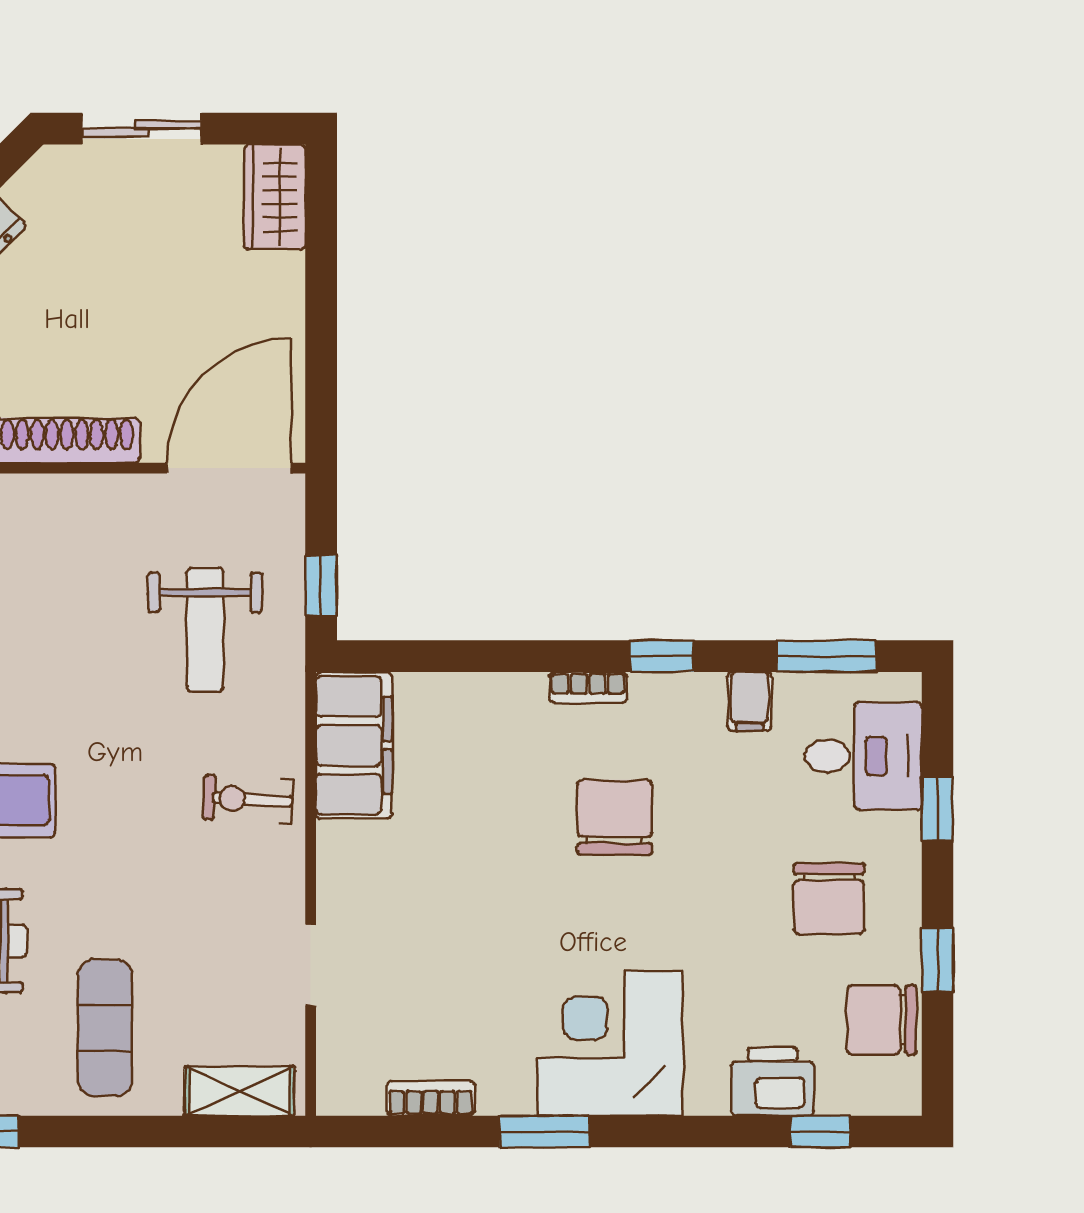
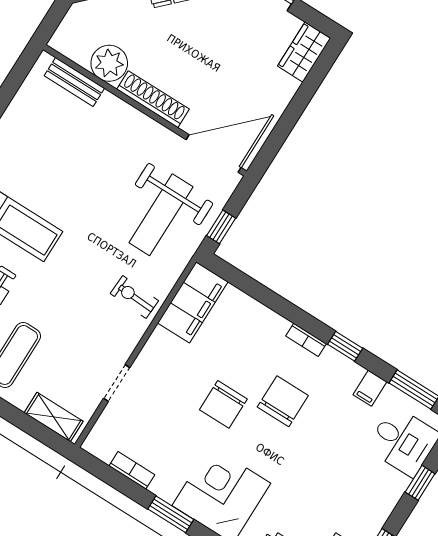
weight bench: (205, 630) -> (161, 215), width x1.36, depth x1.33
chair: (829, 899) -> (223, 404), moved

